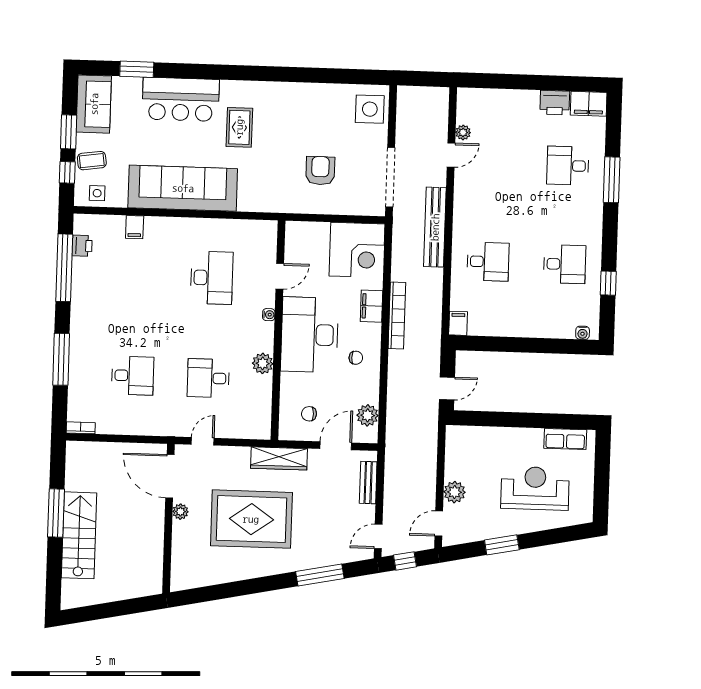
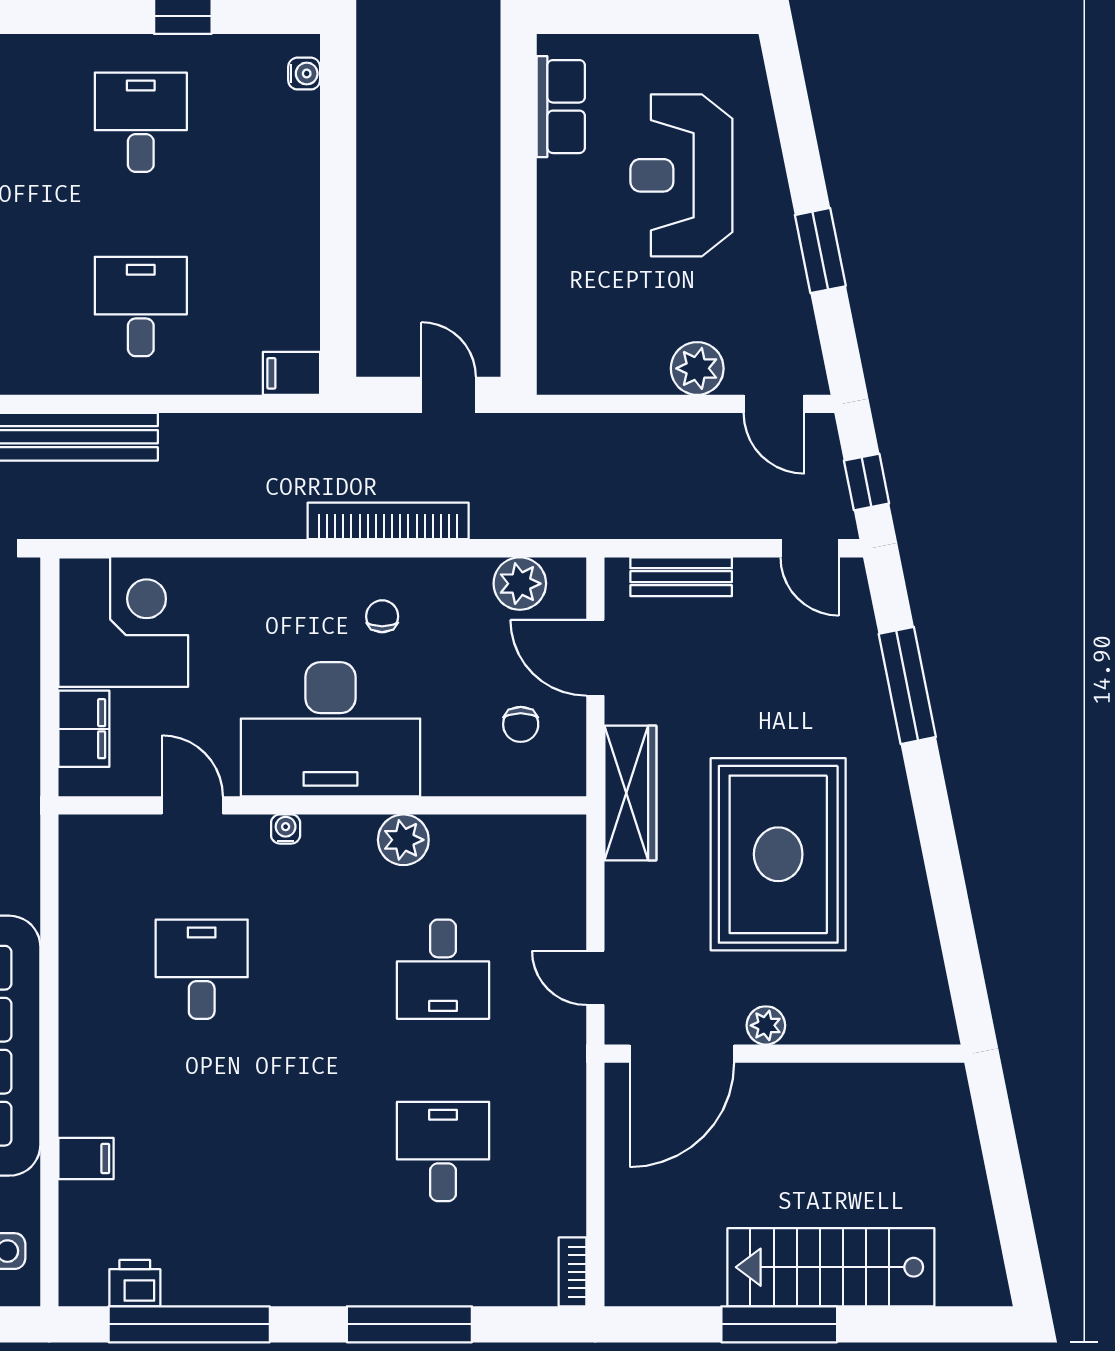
desk: (212, 278) -> (202, 969), width x0.73
filing cabinet: (372, 306) -> (84, 729), moved, turned -90
bookcase: (397, 315) -> (388, 521), moved

